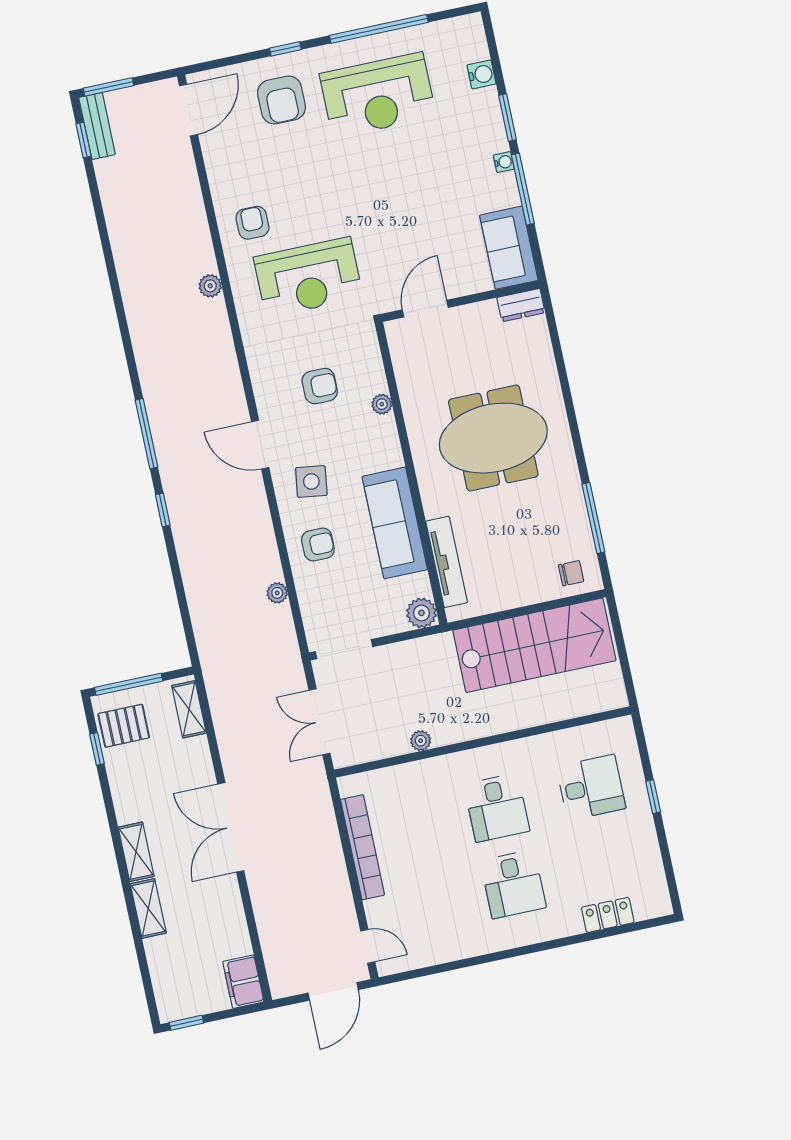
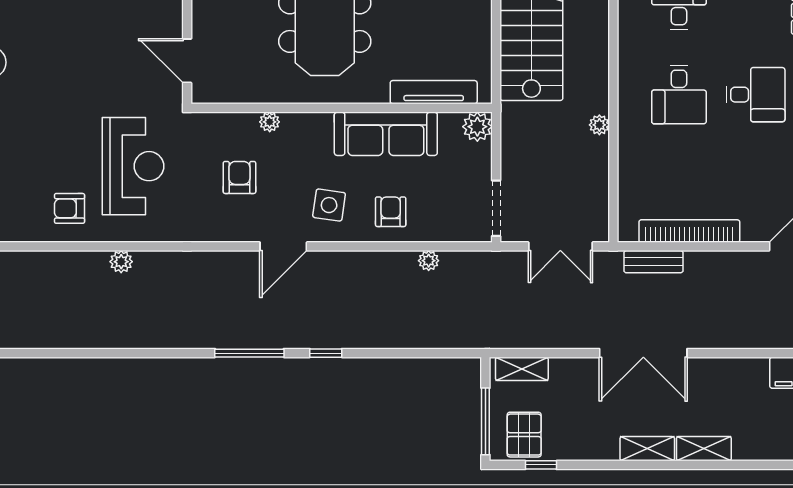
plant: (421, 741) -> (599, 125), moved
desk: (497, 808) -> (679, 95), turned 90
bench: (324, 818) -> (653, 262), added

